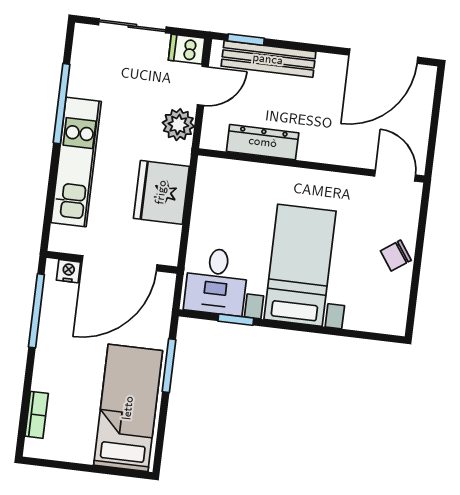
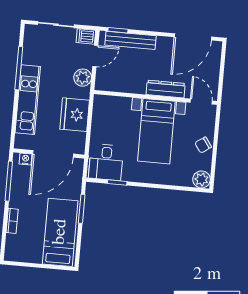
dresser: (263, 142) -> (166, 89), moved
bed with nightstands: (300, 265) -> (156, 131), moved, turned 180
plant: (391, 319) -> (201, 179), added
bookcase: (37, 415) -> (12, 221), moved

